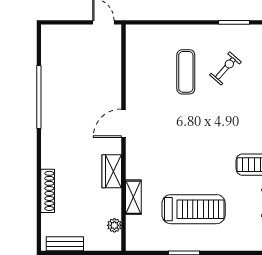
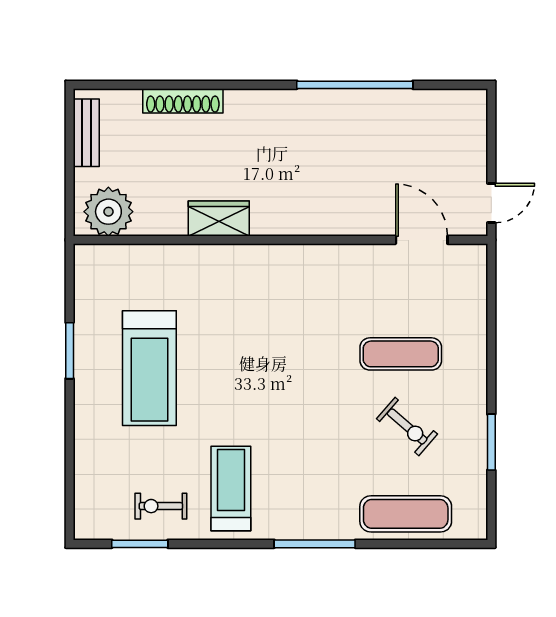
door: (124, 123) -> (422, 240), moved
shelving: (133, 197) -> (171, 258), removed
plant: (114, 225) -> (108, 212), width x1.88, depth x1.88

